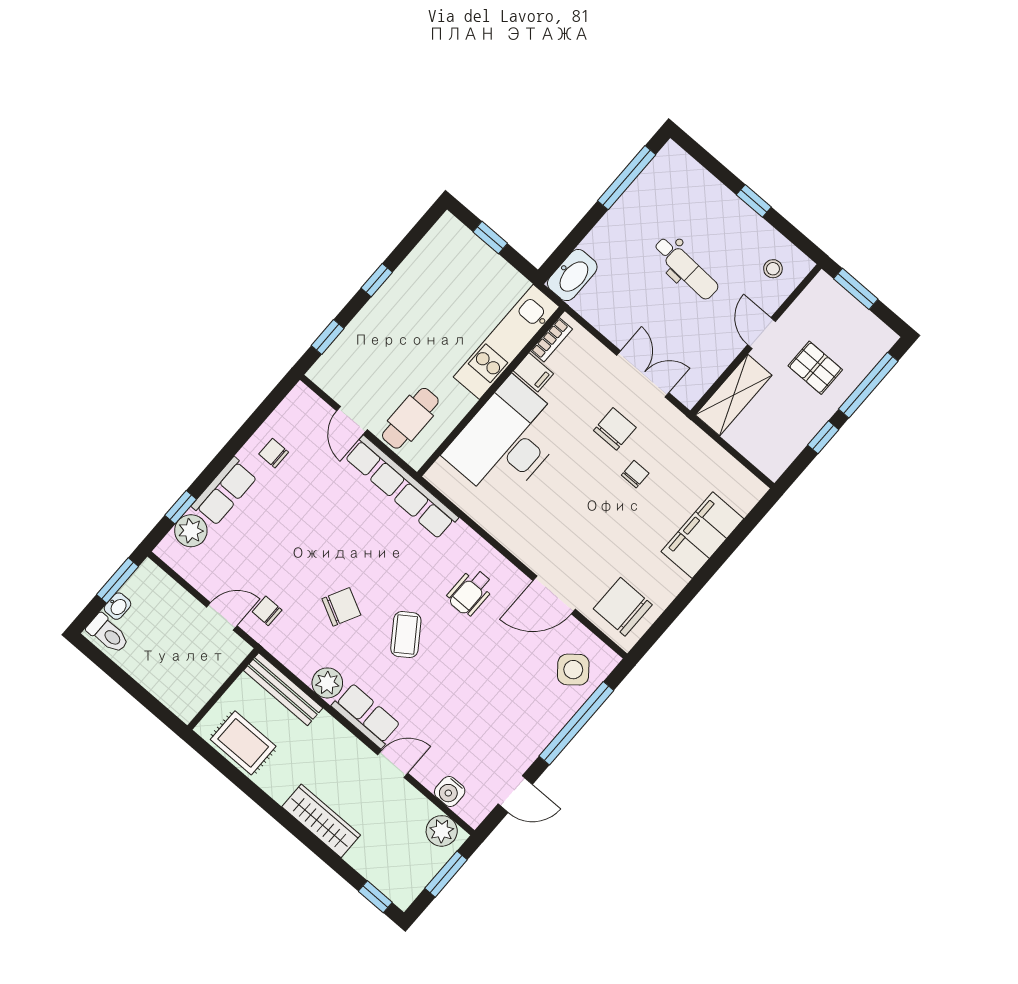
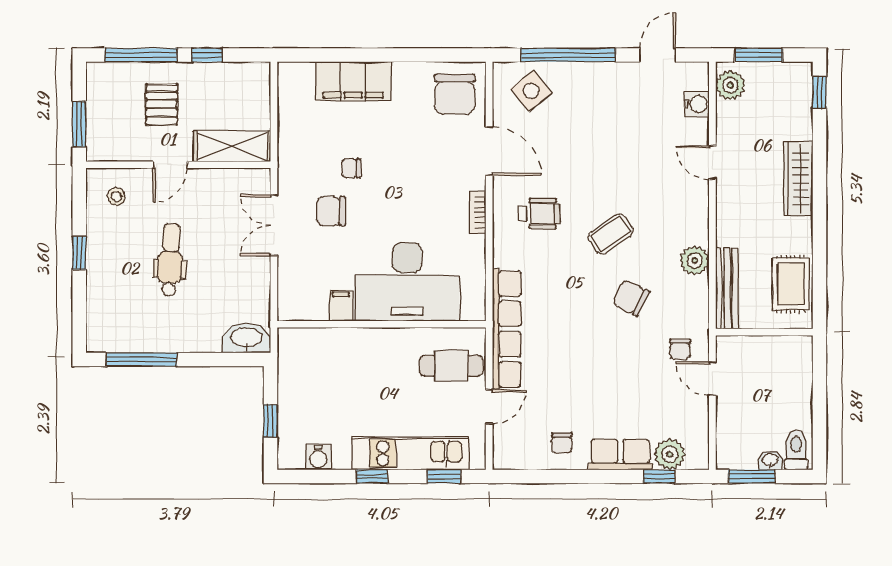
water cooler: (429, 251) -> (318, 457), added
bookcase: (552, 340) -> (478, 212), moved, turned -90
kitchen unit: (506, 342) -> (410, 453), moved, turned 180
row of seats: (366, 716) -> (694, 212), removed
door: (515, 794) -> (658, 55), hinge flipped

